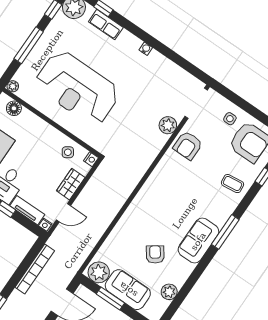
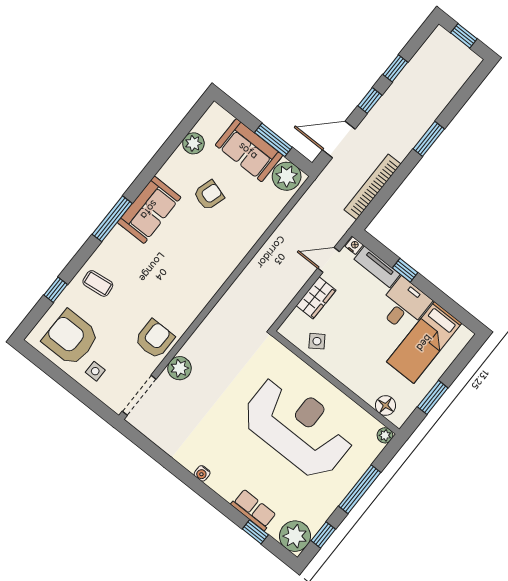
nightstand: (91, 159) -> (286, 330), removed
armchair: (155, 254) -> (209, 195), turned -127

